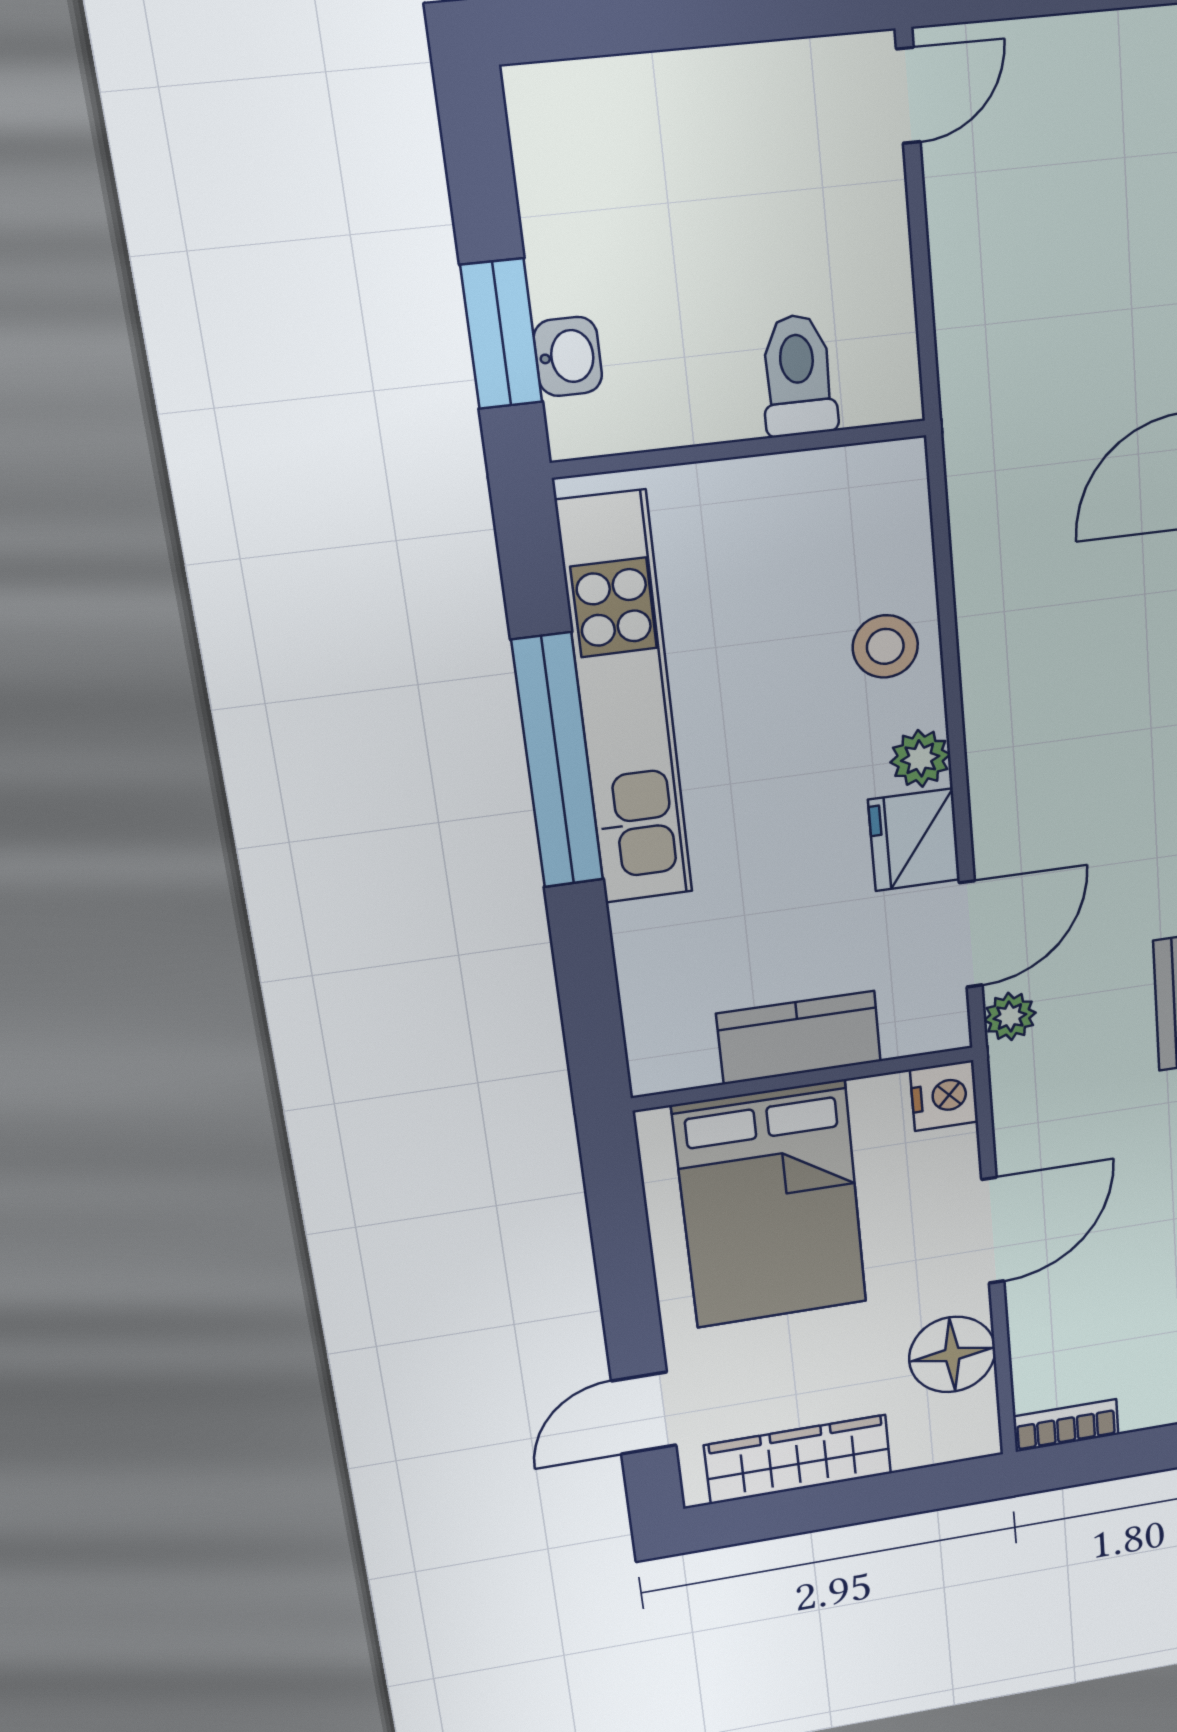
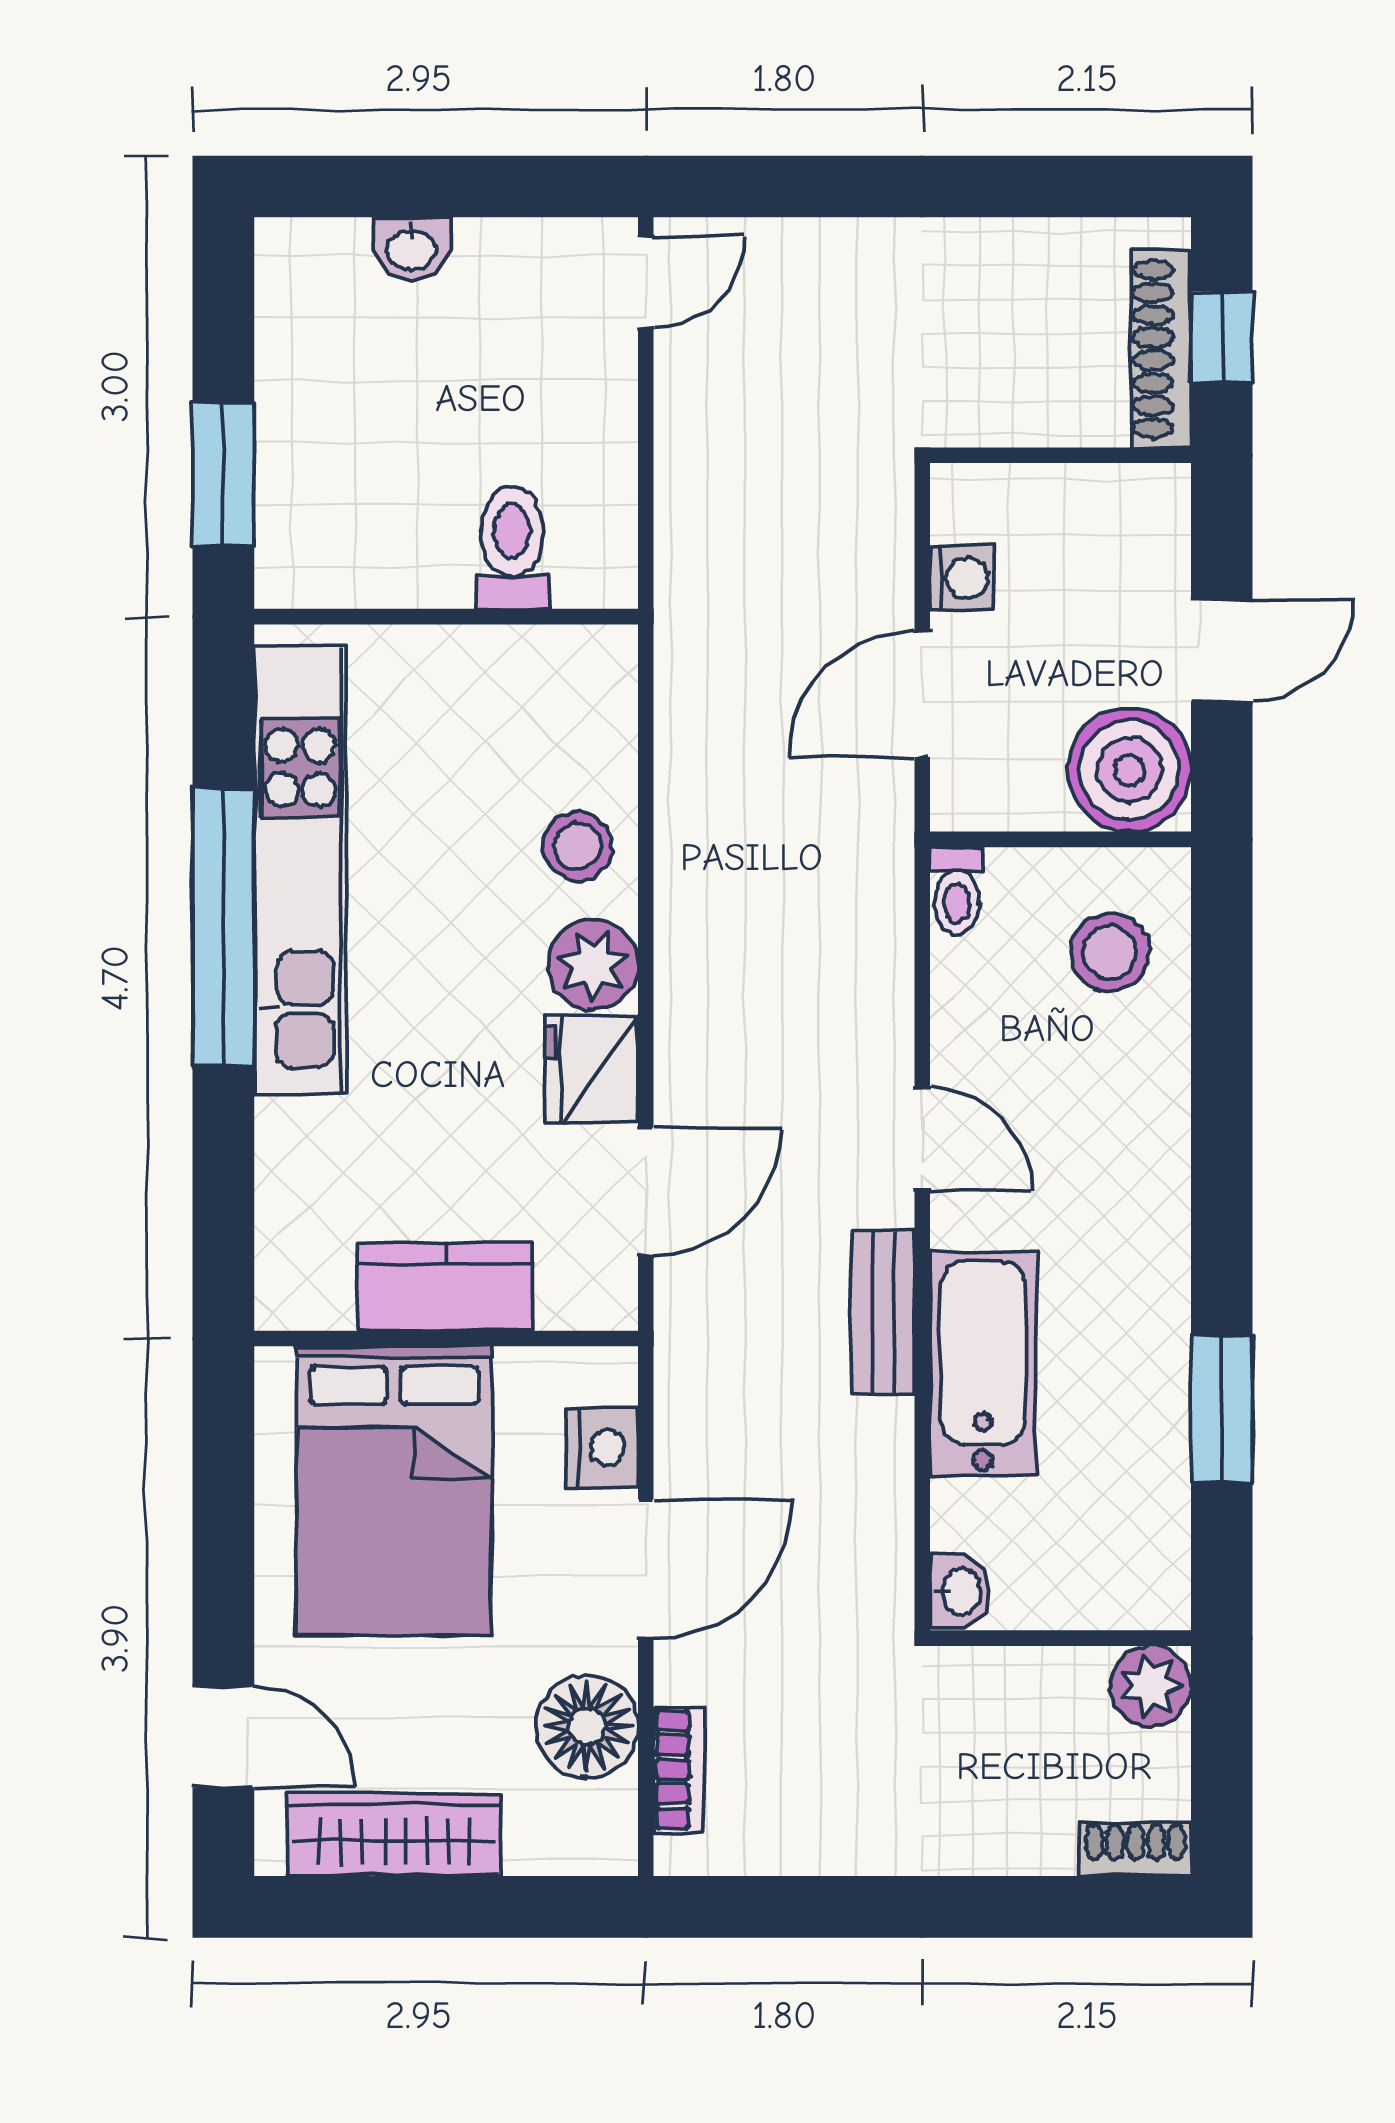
washbasin: (568, 356) -> (412, 248), moved, turned 90
plant: (920, 758) -> (593, 965), width x1.38, depth x1.38
plant: (1010, 1017) -> (683, 1299), removed
nightstand: (944, 1096) -> (602, 1448), moved
door: (644, 1413) -> (223, 1737), swing flipped
bookcase: (1066, 1425) -> (679, 1769), moved, turned 90

